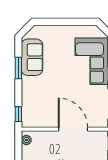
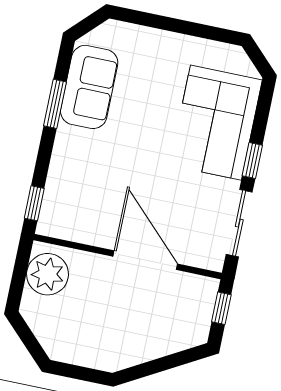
plant: (26, 140) -> (48, 274), width x1.88, depth x1.88

